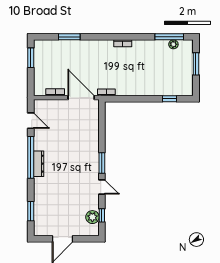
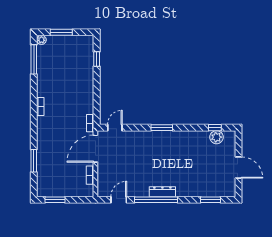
plant: (173, 44) -> (41, 40), moved
door: (102, 187) -> (115, 128), moved

